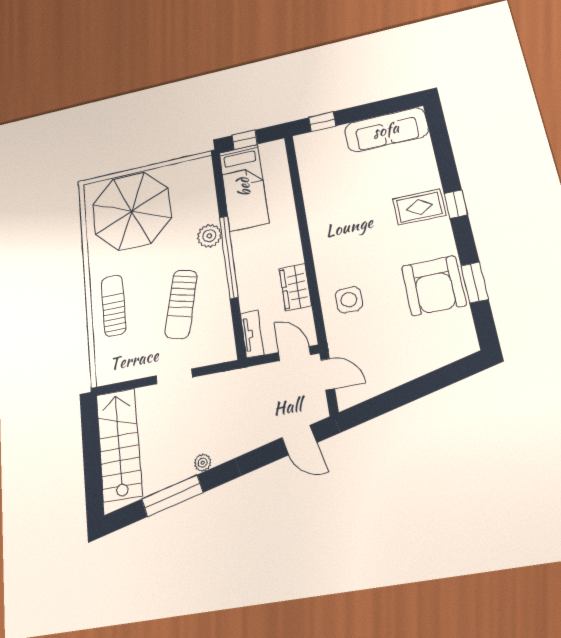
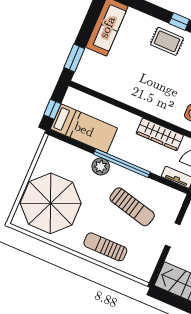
window: (322, 122) -> (74, 58), width x1.50
rug: (419, 207) -> (167, 41), turned 90
wardrobe: (295, 287) -> (160, 134), width x1.50

